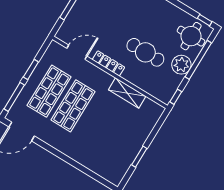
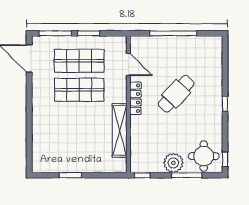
cafe table: (145, 52) -> (176, 94), moved, turned 43
window: (198, 60) -> (187, 175), width x0.68
shelving: (127, 93) -> (120, 130), width x1.47

